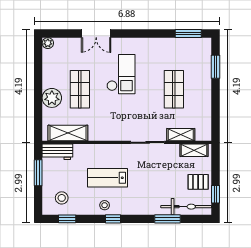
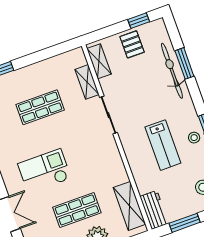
bicycle: (186, 207) -> (172, 71), moved

